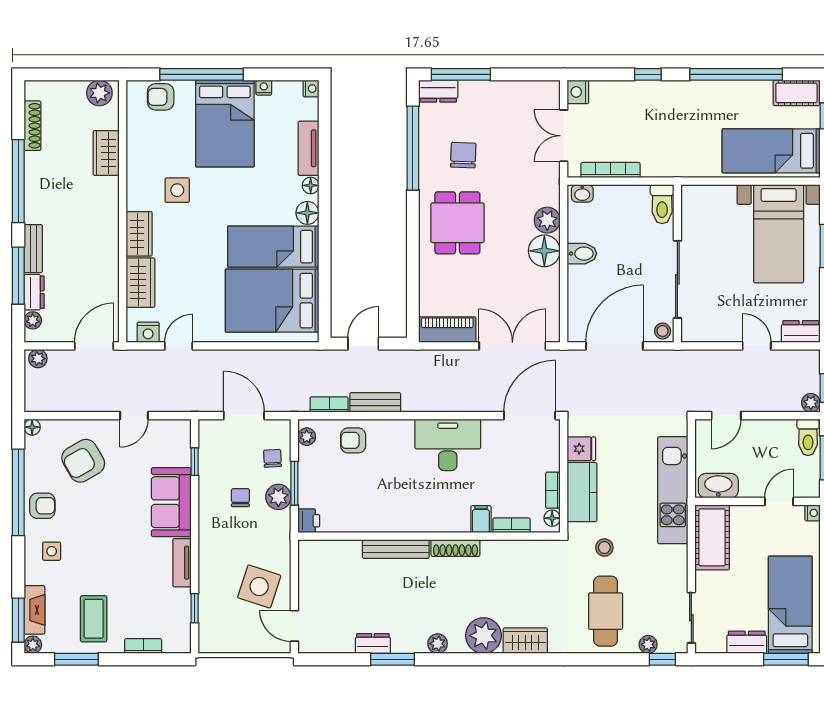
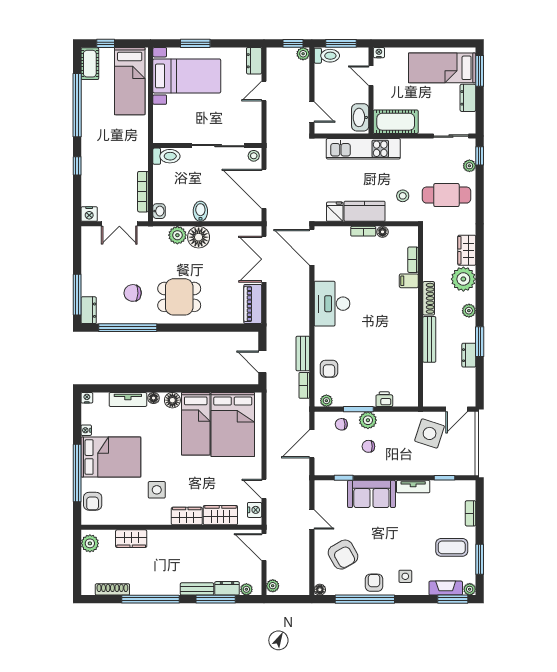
filing cabinet: (481, 519) -> (409, 281), moved
bookcase: (512, 525) -> (413, 260), moved
wall: (429, 536) -> (420, 316), moved
shoe rack: (455, 548) -> (429, 298), moved
bench: (396, 549) -> (429, 339), moved

